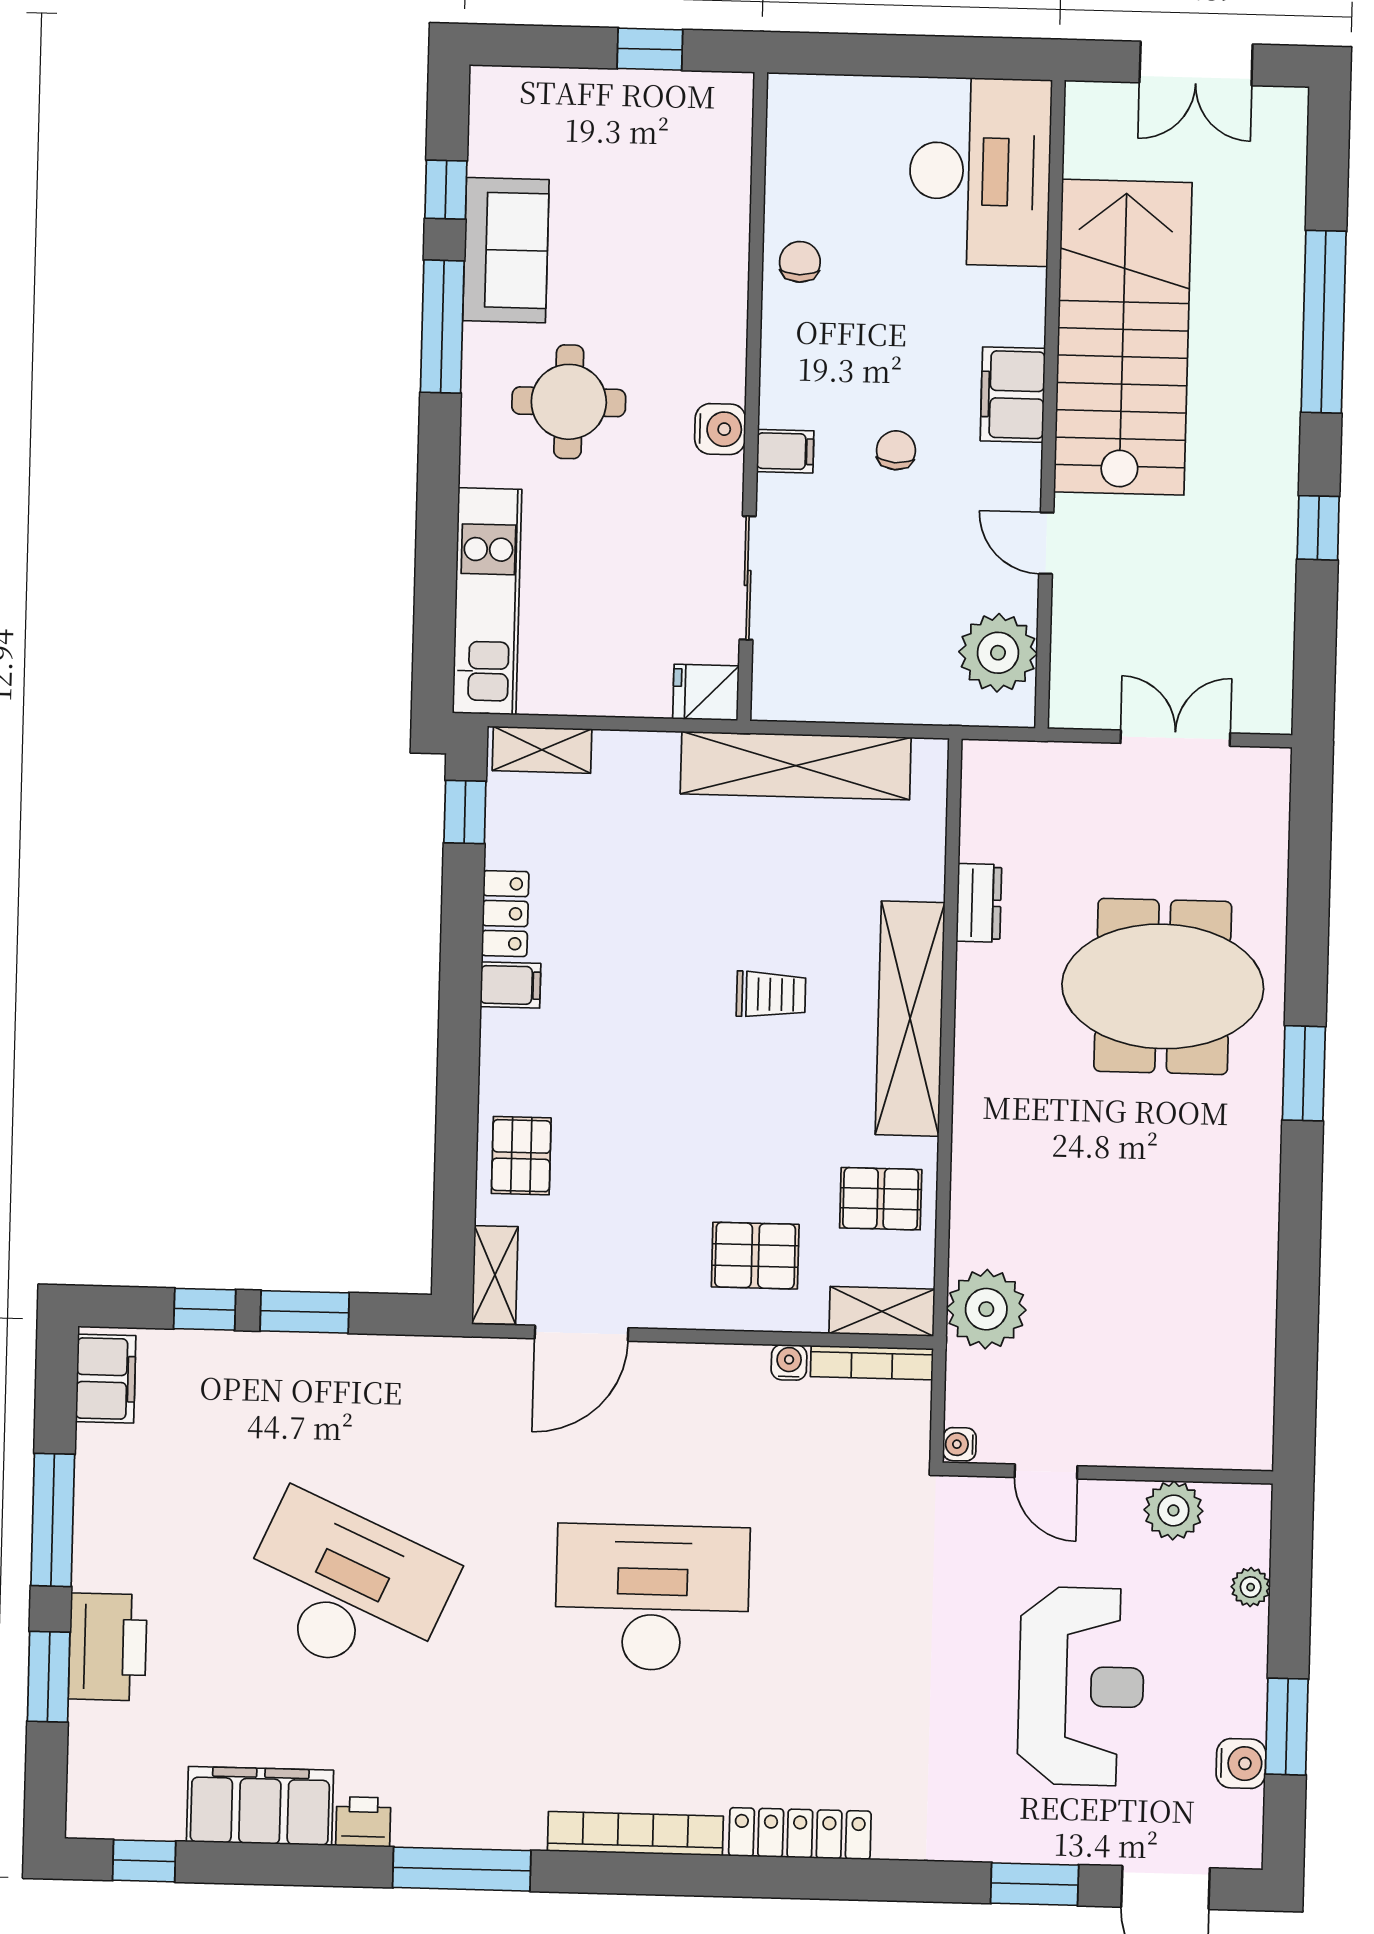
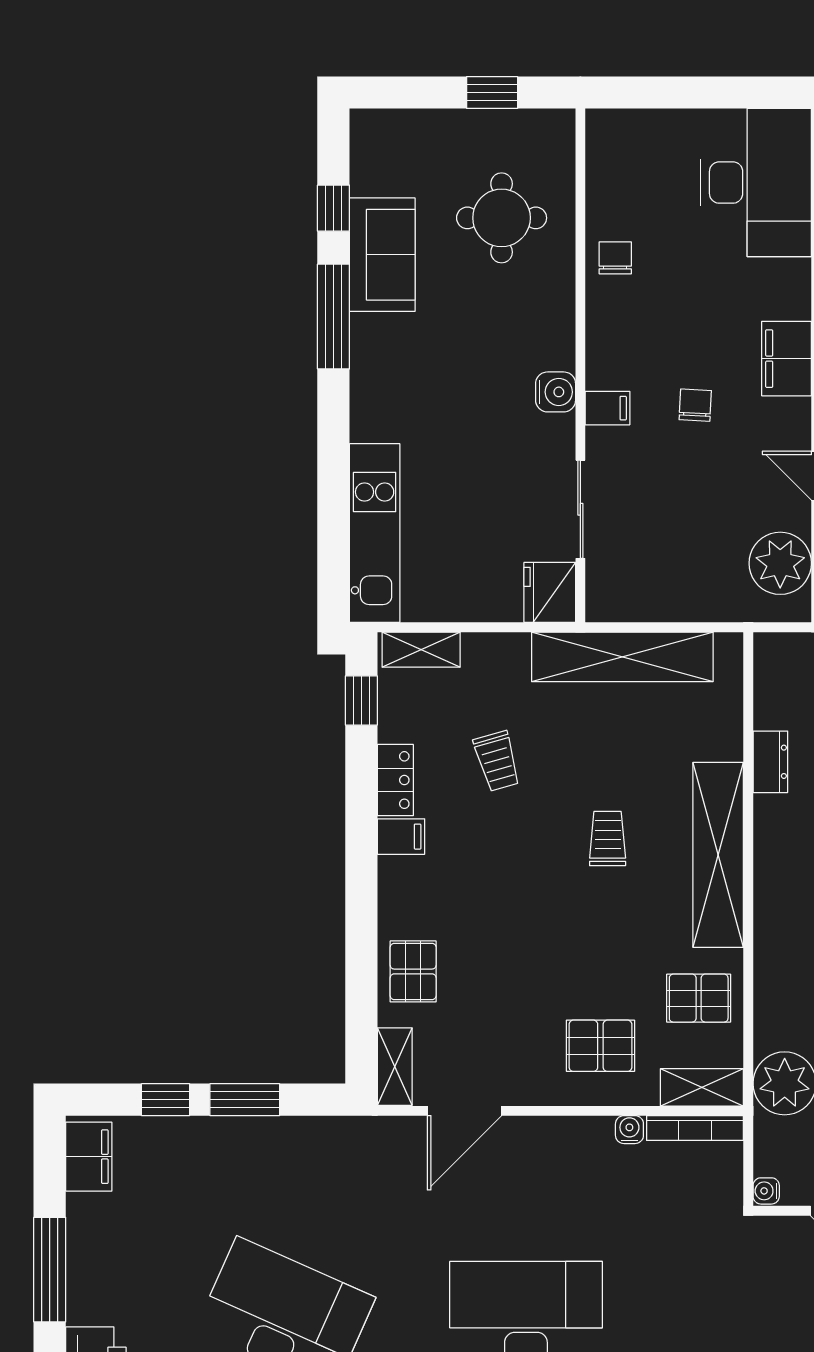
round table: (569, 402) -> (502, 218), moved
fridge: (706, 692) -> (550, 592), width x1.38
trolley: (634, 893) -> (497, 761), added
trolley: (771, 994) -> (608, 839), turned -90

